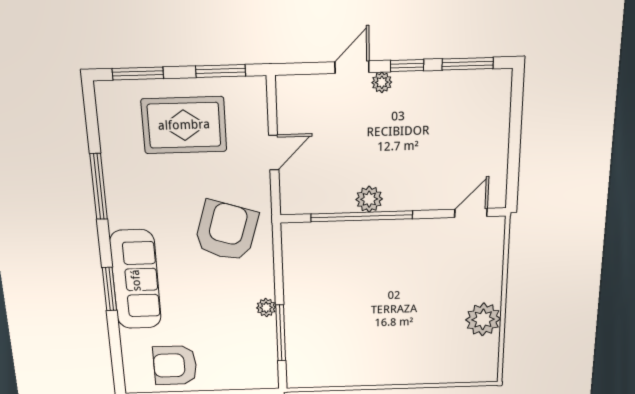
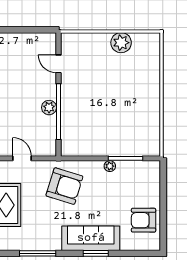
door: (471, 213) -> (58, 64), moved
armchair: (226, 231) -> (64, 186), turned 180
armchair: (175, 365) -> (144, 220), turned 90

